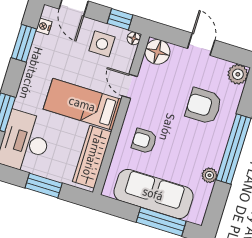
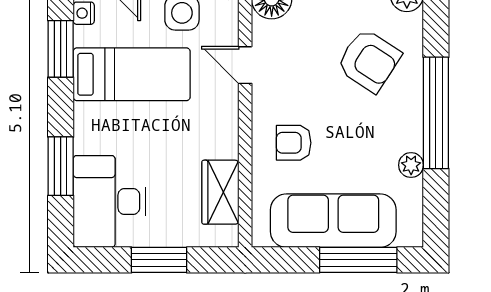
bed: (82, 104) -> (132, 74), moved, turned 180
armchair: (204, 106) -> (369, 61), turned -147
wardrobe: (92, 157) -> (220, 192), width x0.67

